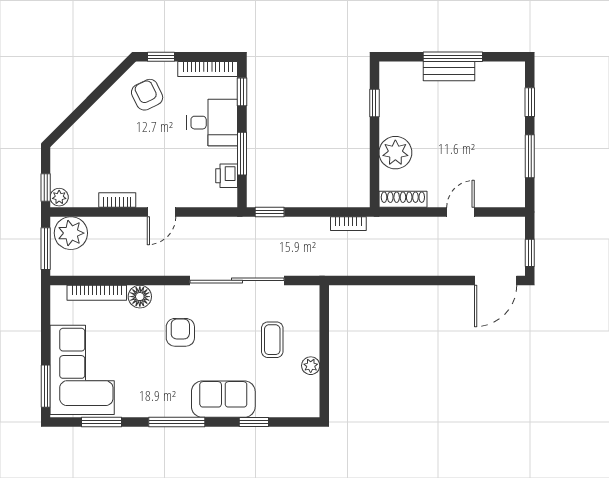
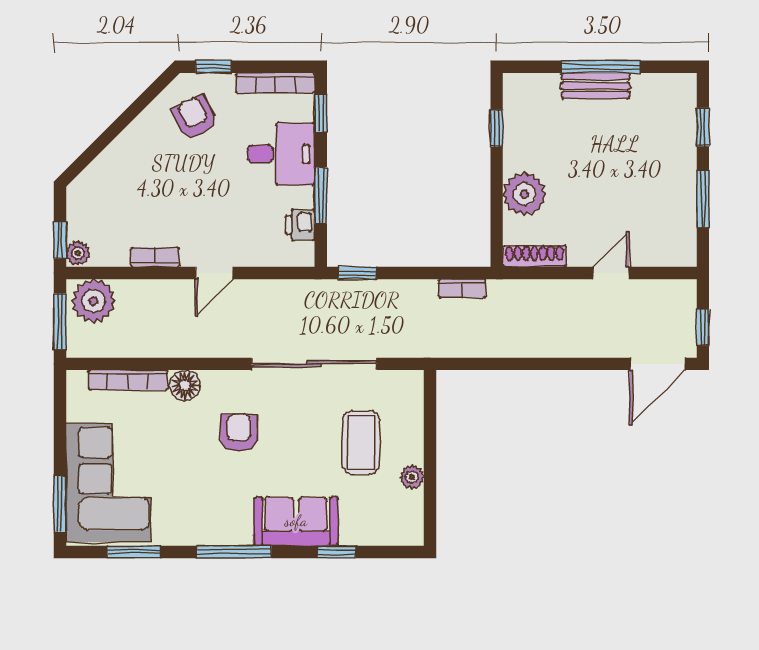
coffee table: (272, 340) -> (361, 443), width x1.36, depth x1.30

